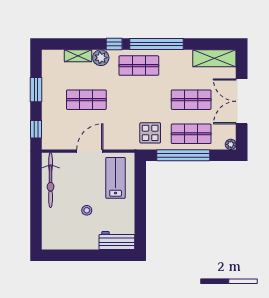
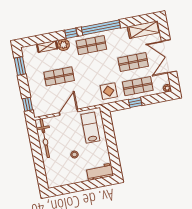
window: (36, 90) -> (20, 66), moved
window: (183, 155) -> (135, 102), width x0.32

